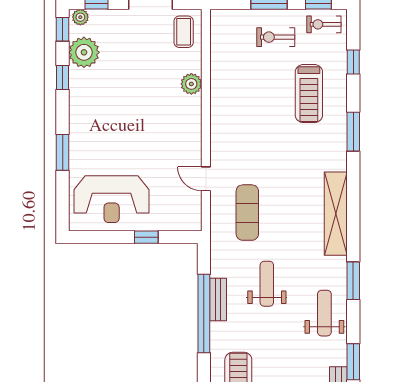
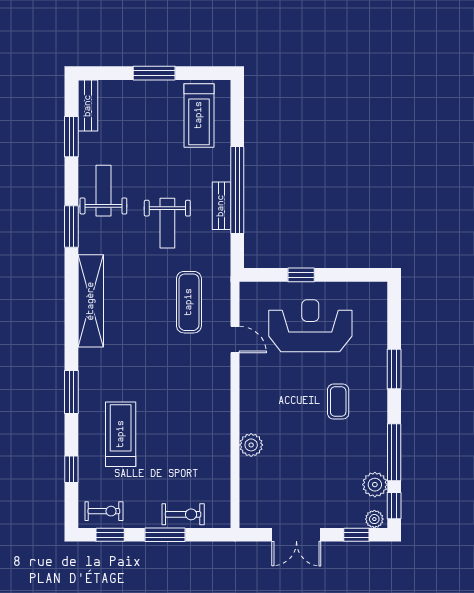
coffee table: (184, 32) -> (338, 402), moved
exercise bike: (276, 37) -> (183, 514), moved
plant: (84, 52) -> (375, 485), width x0.73, depth x0.73
window: (63, 77) -> (394, 452), width x2.17
reception desk: (112, 199) -> (310, 326), moved
weight bench: (324, 313) -> (103, 191), turned 180

